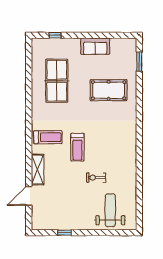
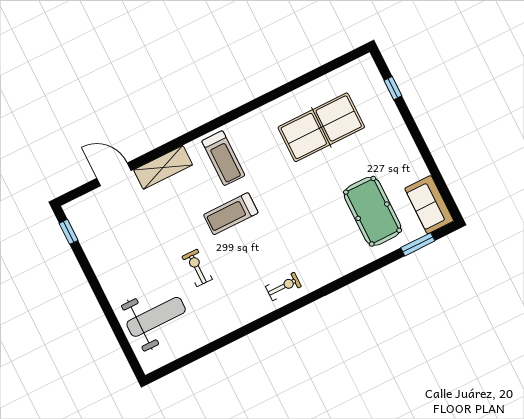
sofa: (95, 46) -> (429, 205), moved
pool table: (109, 90) -> (373, 211), moved
exercise bike: (127, 139) -> (283, 286), added
window: (64, 233) -> (69, 232), moved

